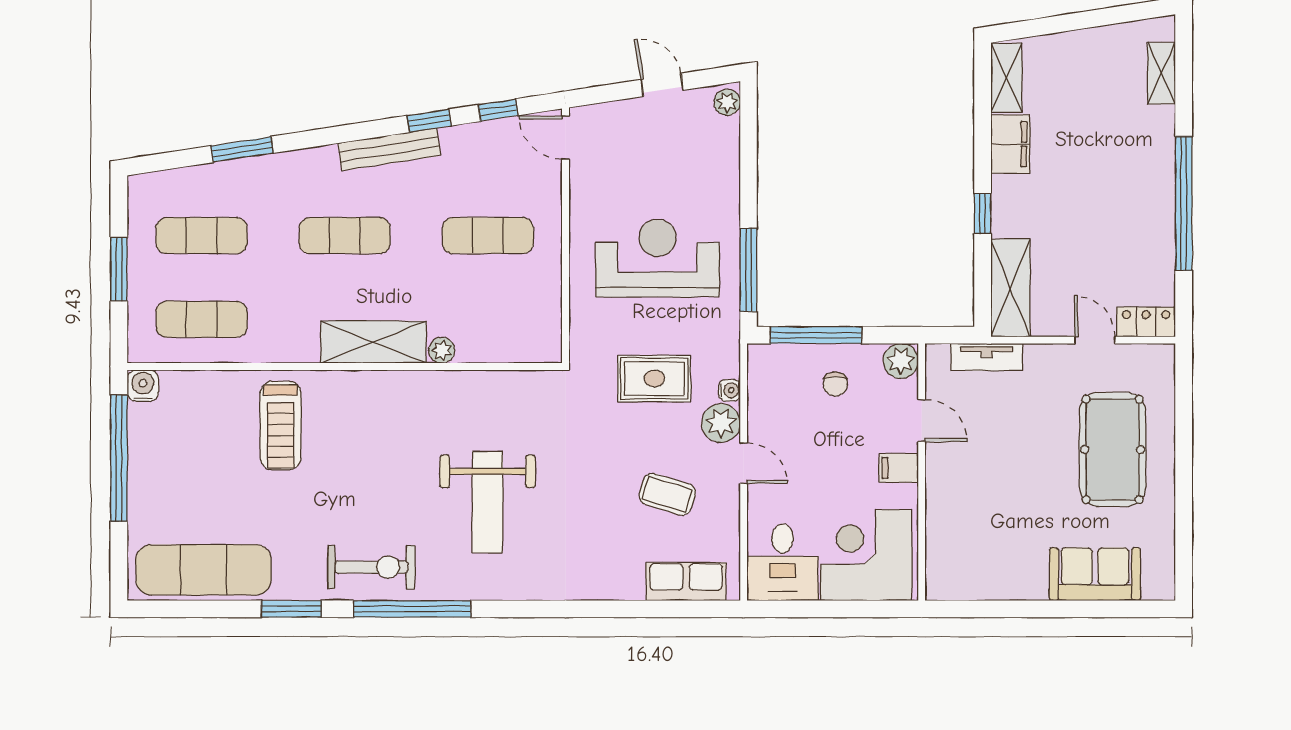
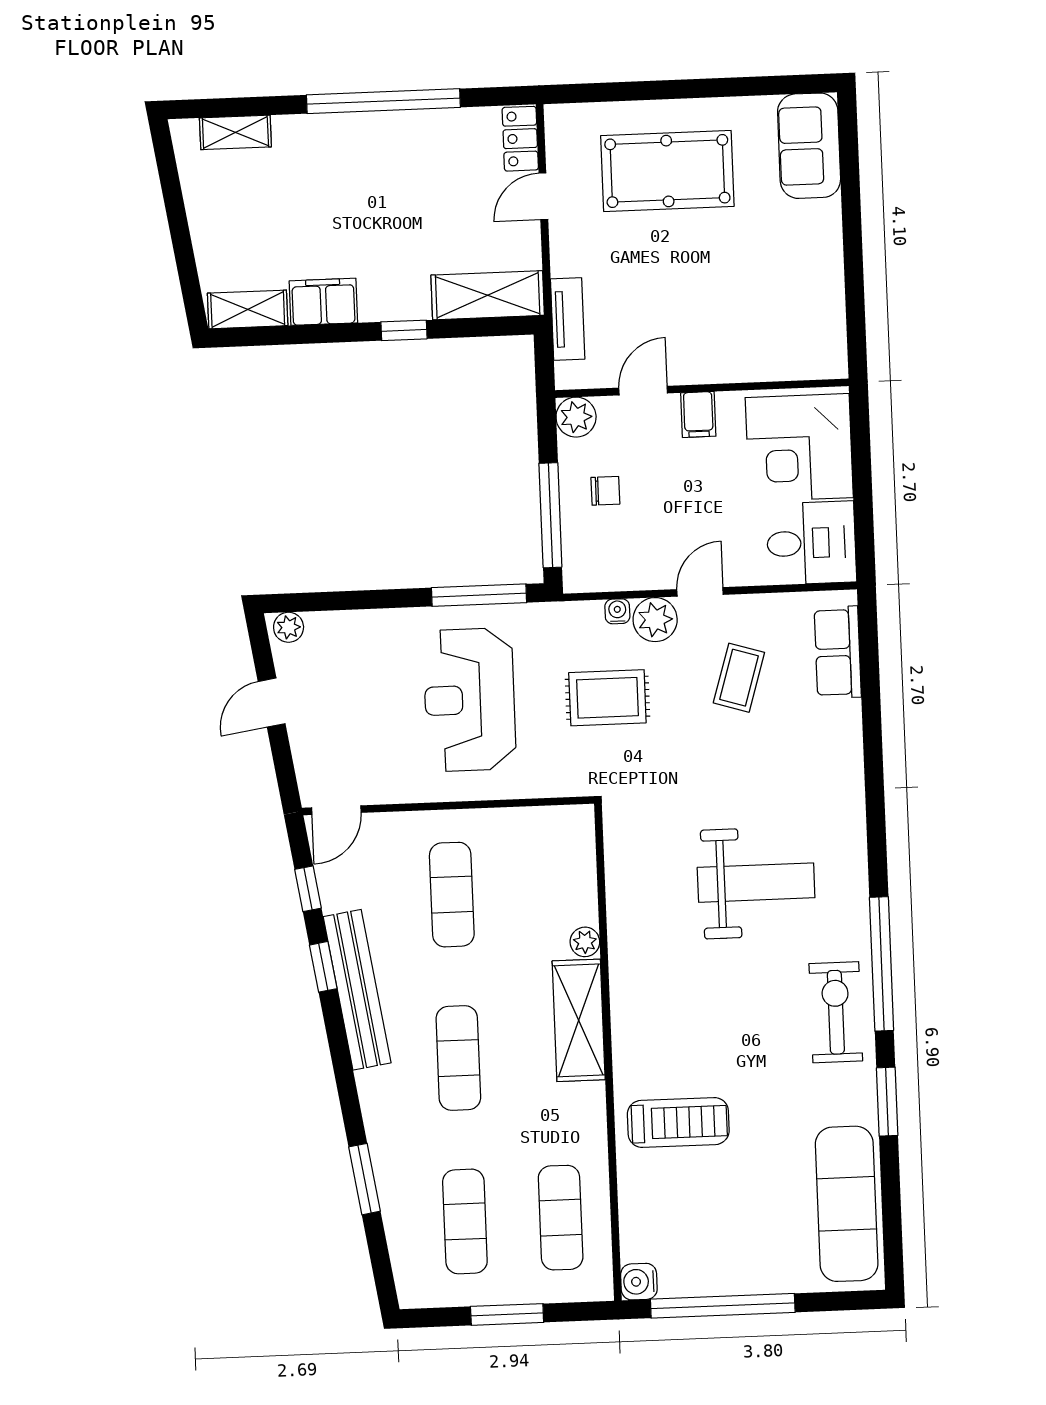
bench: (389, 149) -> (357, 990), width x1.37, depth x1.21
rug: (654, 379) -> (607, 698), turned 90
sofa: (1095, 574) -> (809, 146), moved

